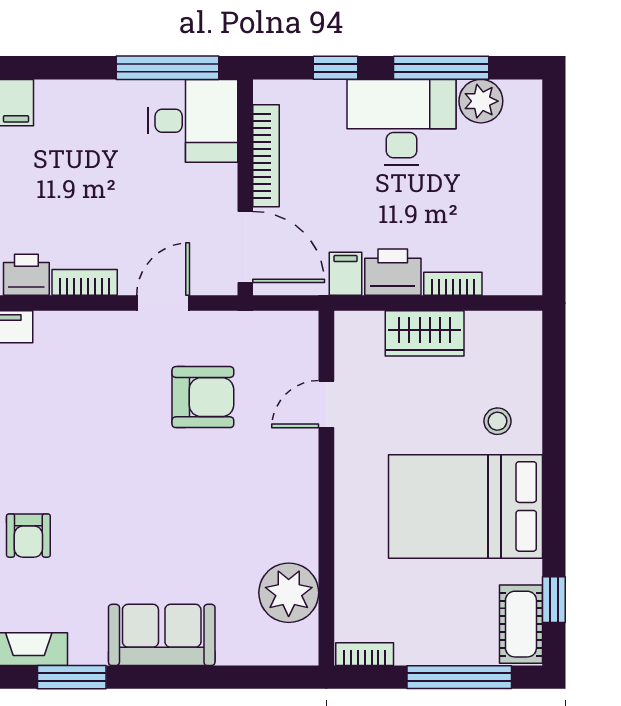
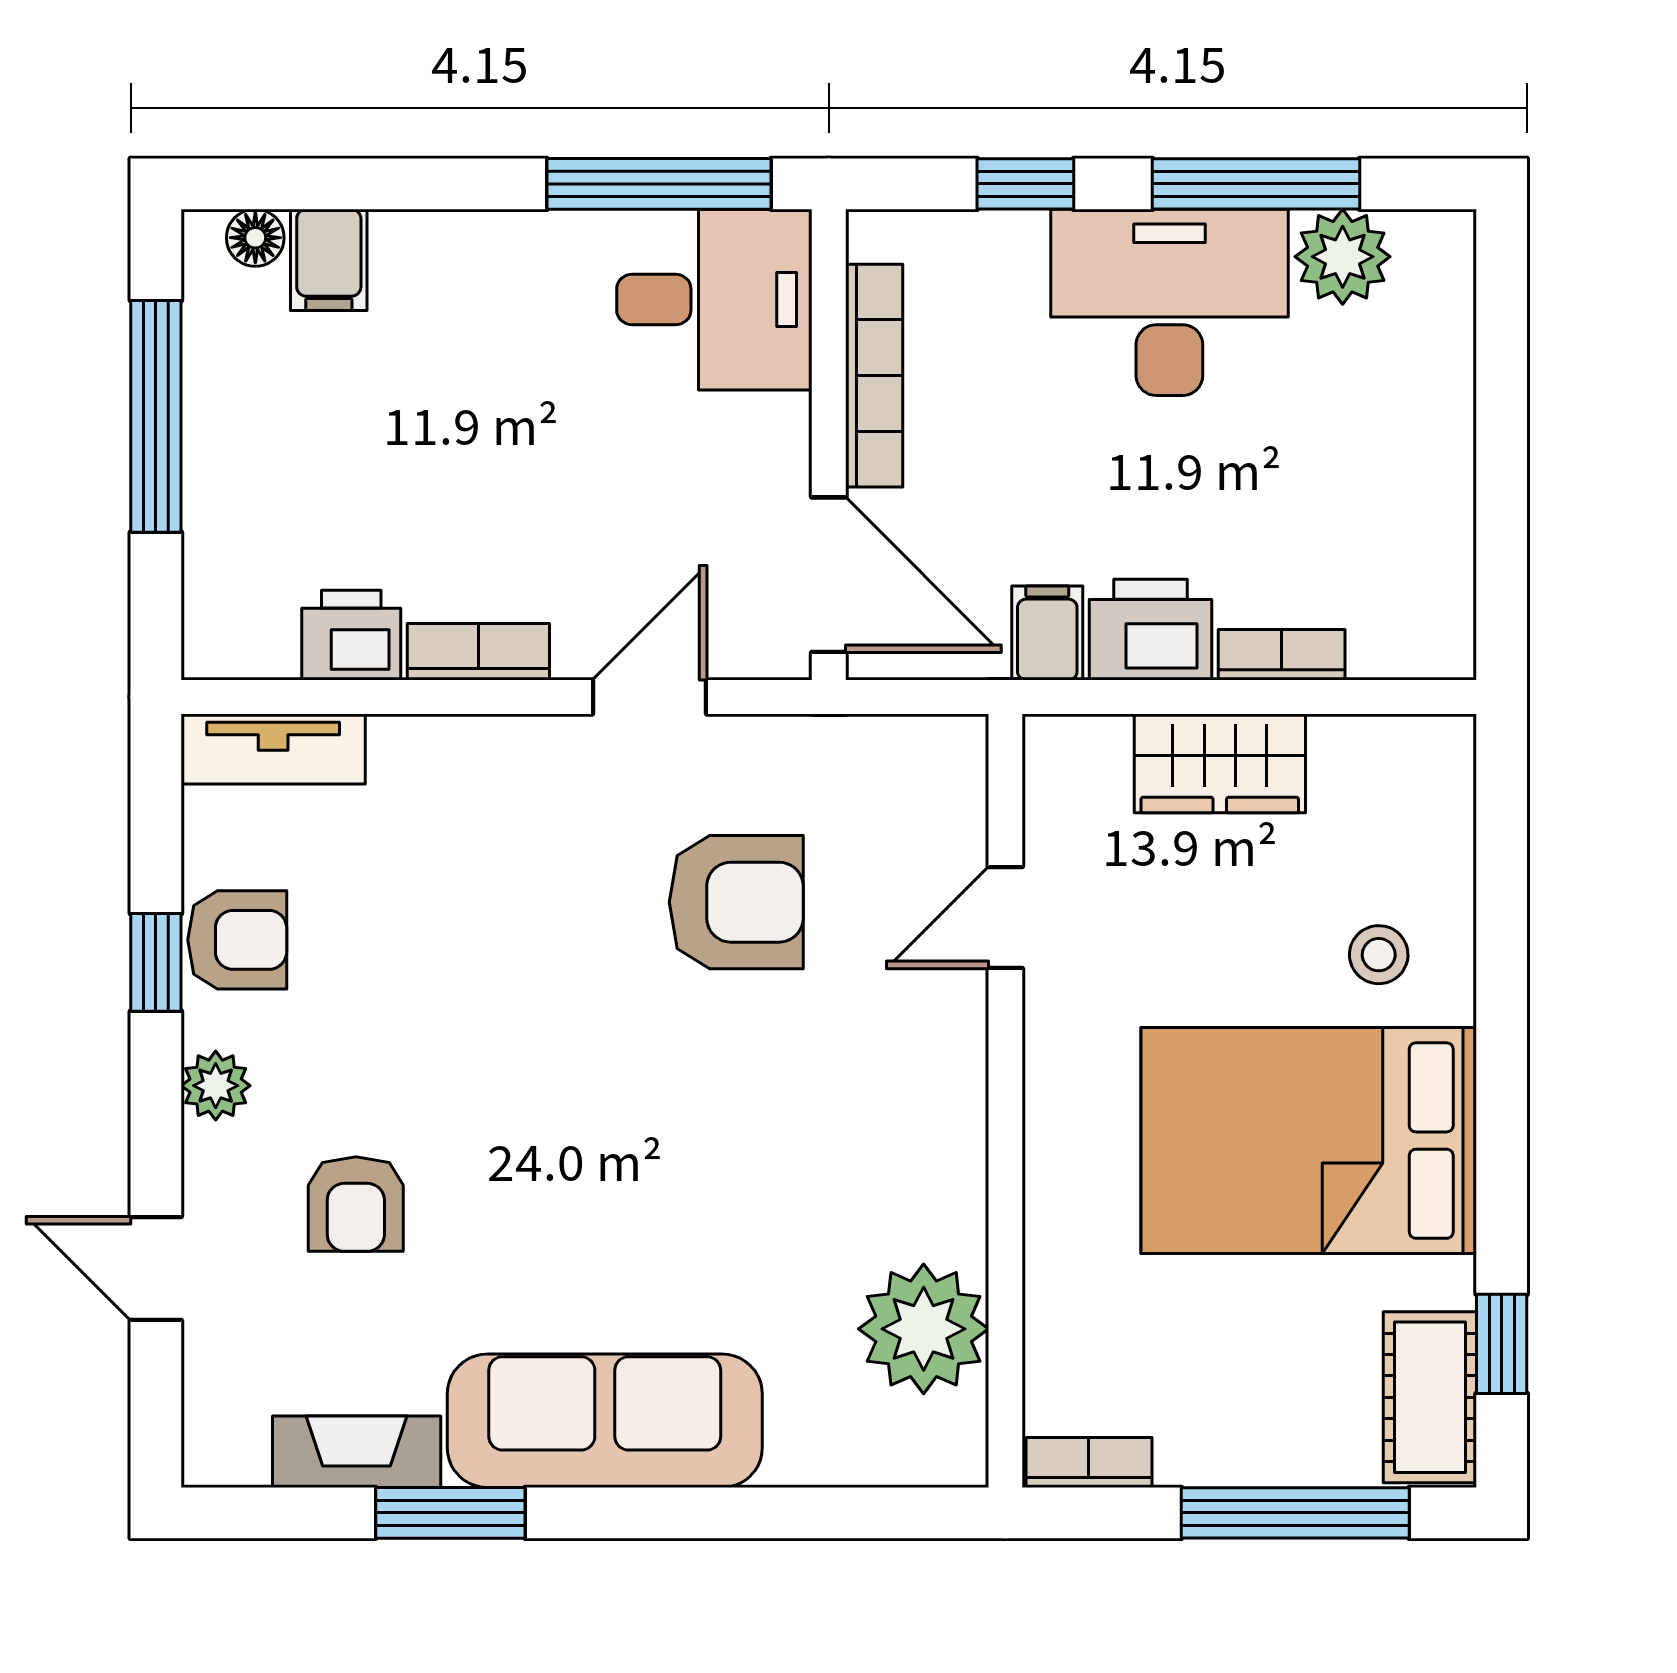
sofa: (162, 635) -> (605, 1421), width x1.36

